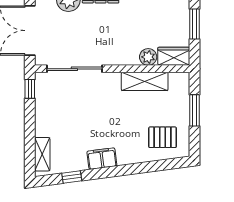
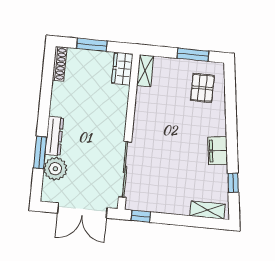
plant: (148, 57) -> (120, 94), removed
shelving: (145, 81) -> (145, 71), moved, width x0.67, depth x0.75
window: (194, 110) -> (193, 55), moved

